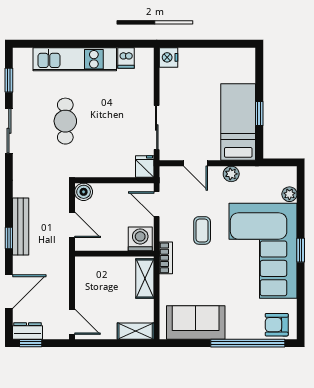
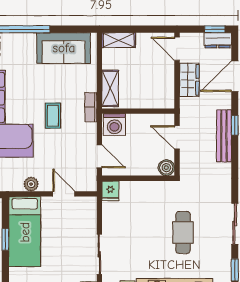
sliding door: (157, 128) -> (99, 254), moved
coffee table: (202, 230) -> (53, 116), moved
wardrobe: (58, 288) -> (189, 80), added

